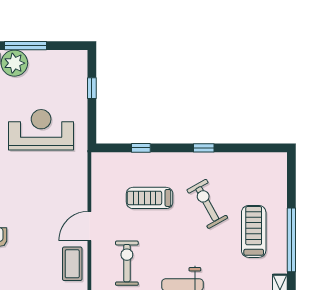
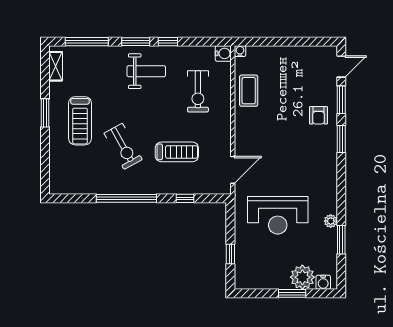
window: (26, 46) -> (292, 293), width x0.69
window: (204, 148) -> (126, 198), width x3.17
door: (89, 226) -> (233, 170), moved
window: (291, 240) -> (45, 113), width x0.47

